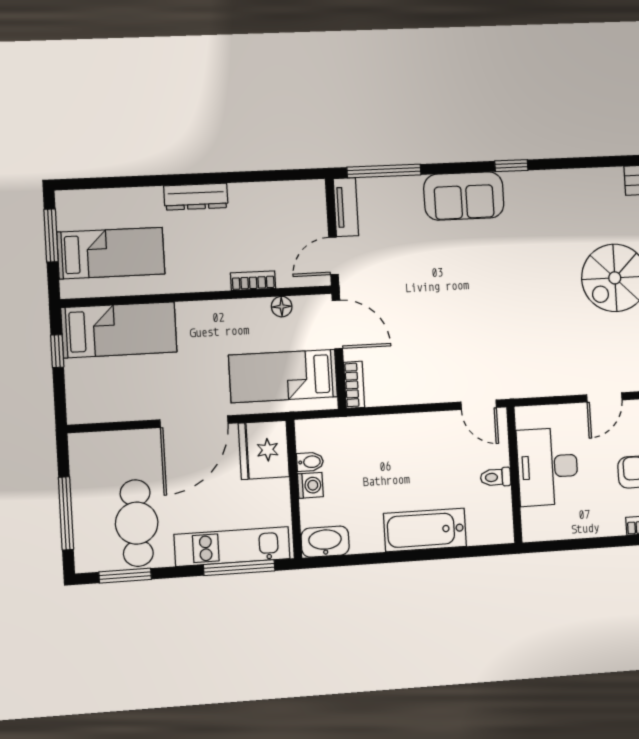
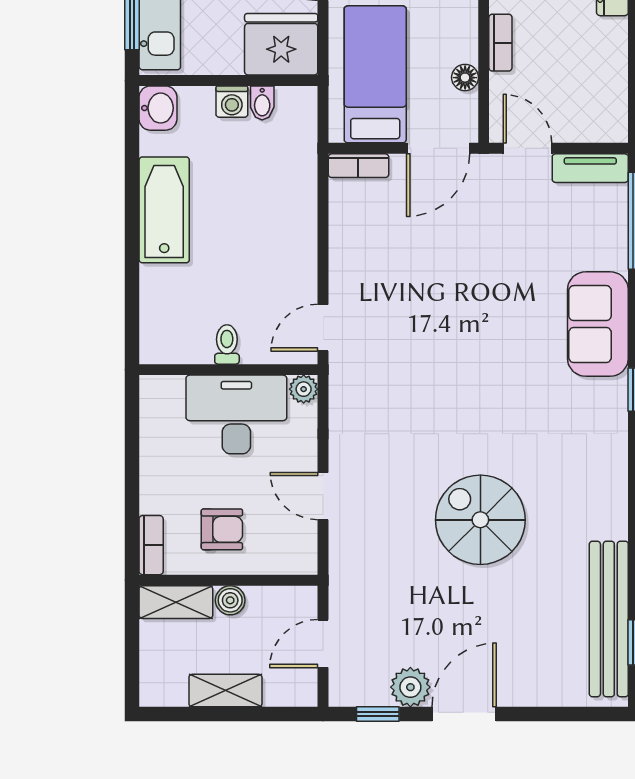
plant: (526, 417) -> (304, 389), added
bathtub: (425, 530) -> (164, 210), moved
washbasin: (325, 542) -> (158, 108), width x0.72

